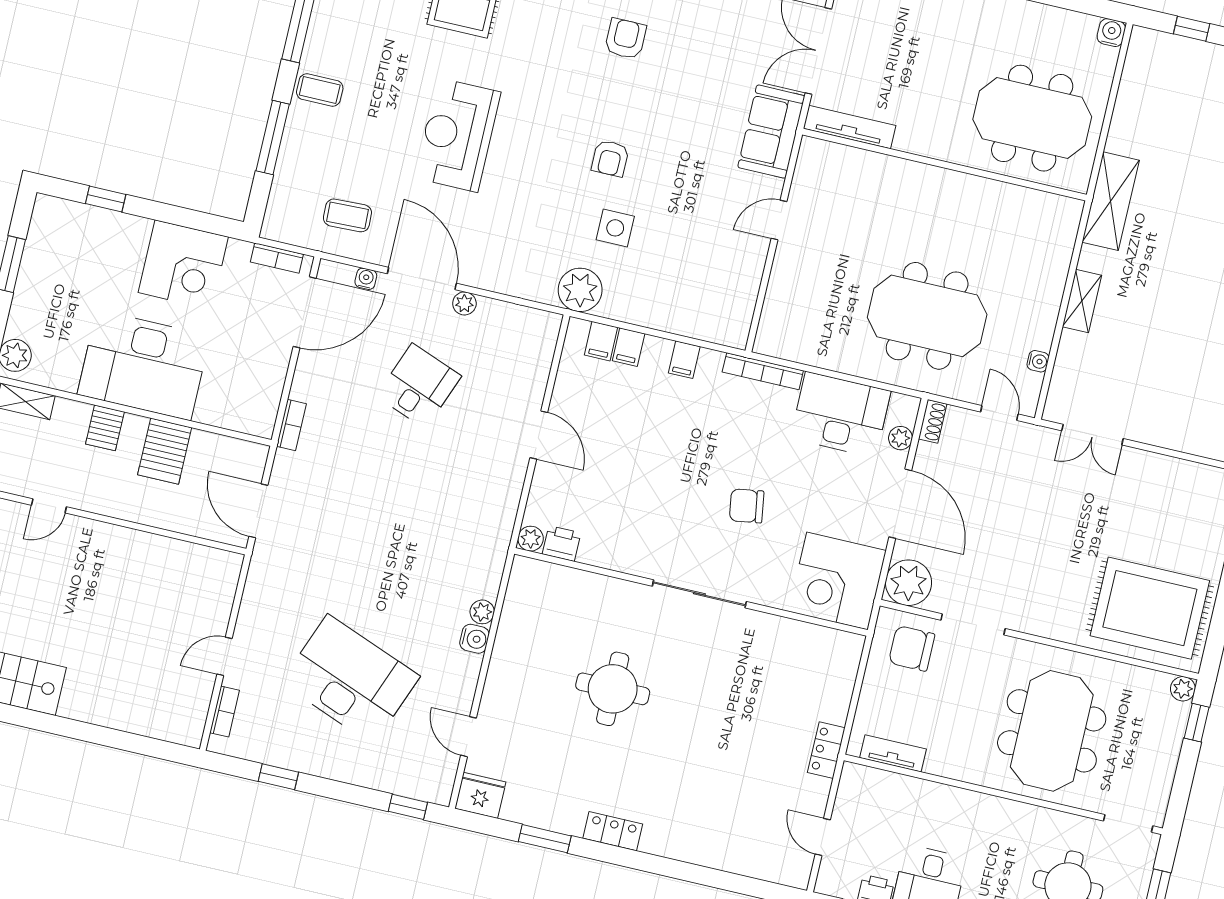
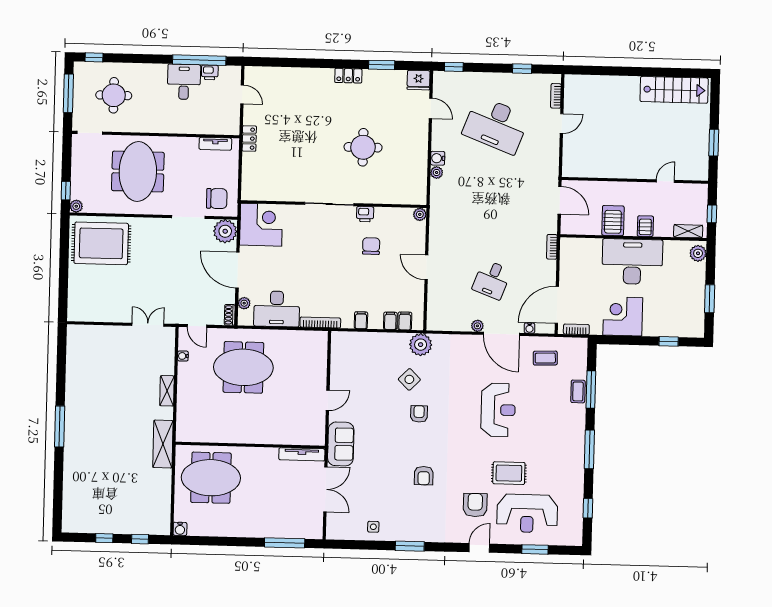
coffee table: (320, 90) -> (578, 391), moved, turned 90
side table: (615, 228) -> (409, 379), turned 45
chair: (747, 506) -> (371, 246), moved, turned -81
printer: (562, 543) -> (365, 214), moved

